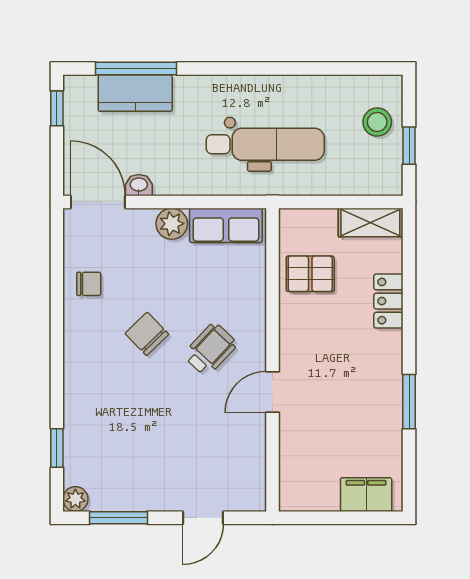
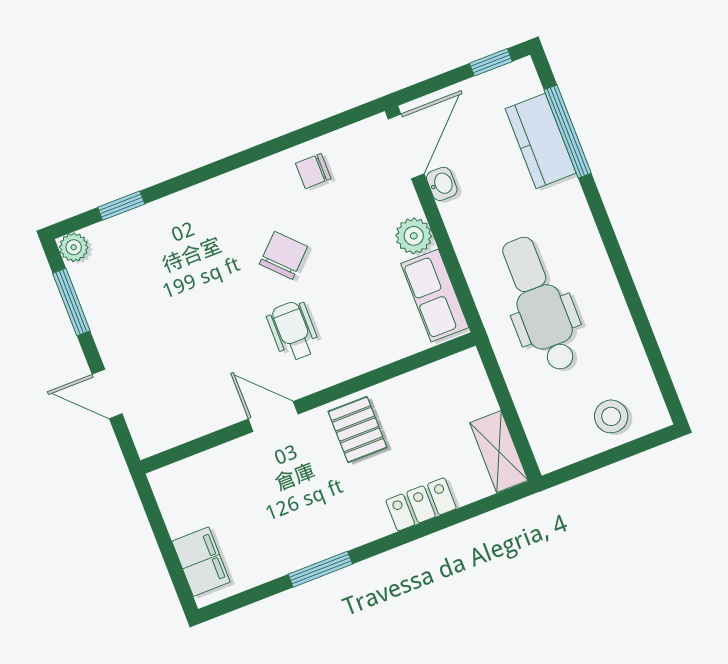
dental chair: (265, 144) -> (540, 304), turned 180
window: (409, 146) -> (599, 461), removed
pallet: (310, 274) -> (357, 430), moved
chair: (89, 284) -> (313, 171), turned 90
wheelchair: (210, 349) -> (293, 331), turned -133

